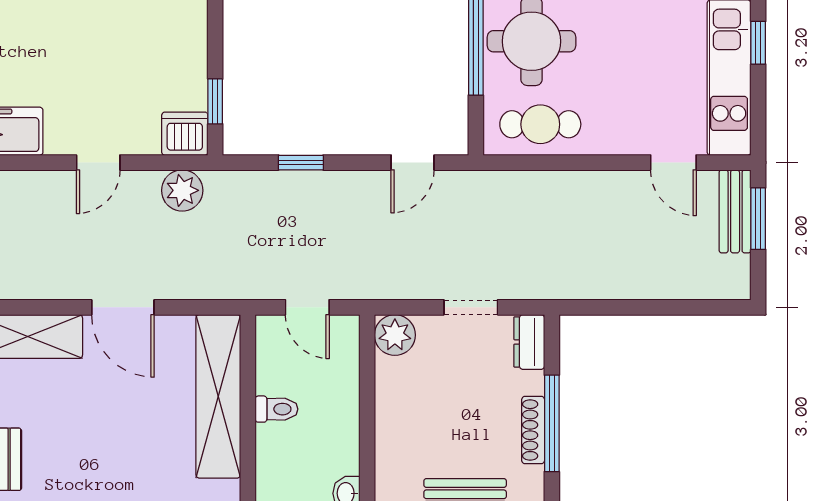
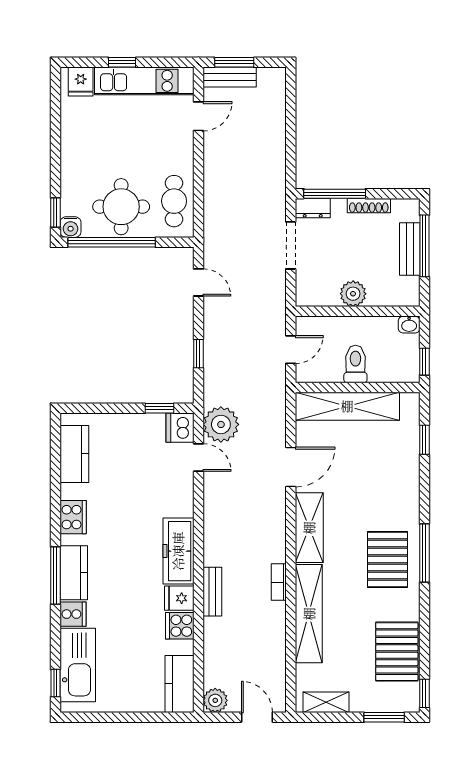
door: (98, 163) -> (198, 457), moved
plant: (182, 190) -> (221, 424), width x1.36, depth x1.36
doorway: (471, 307) -> (291, 245), width x1.38
plant: (395, 335) -> (353, 294), moved
toilet: (276, 409) -> (355, 364), width x1.37, depth x1.39
window: (552, 423) -> (335, 194), moved

